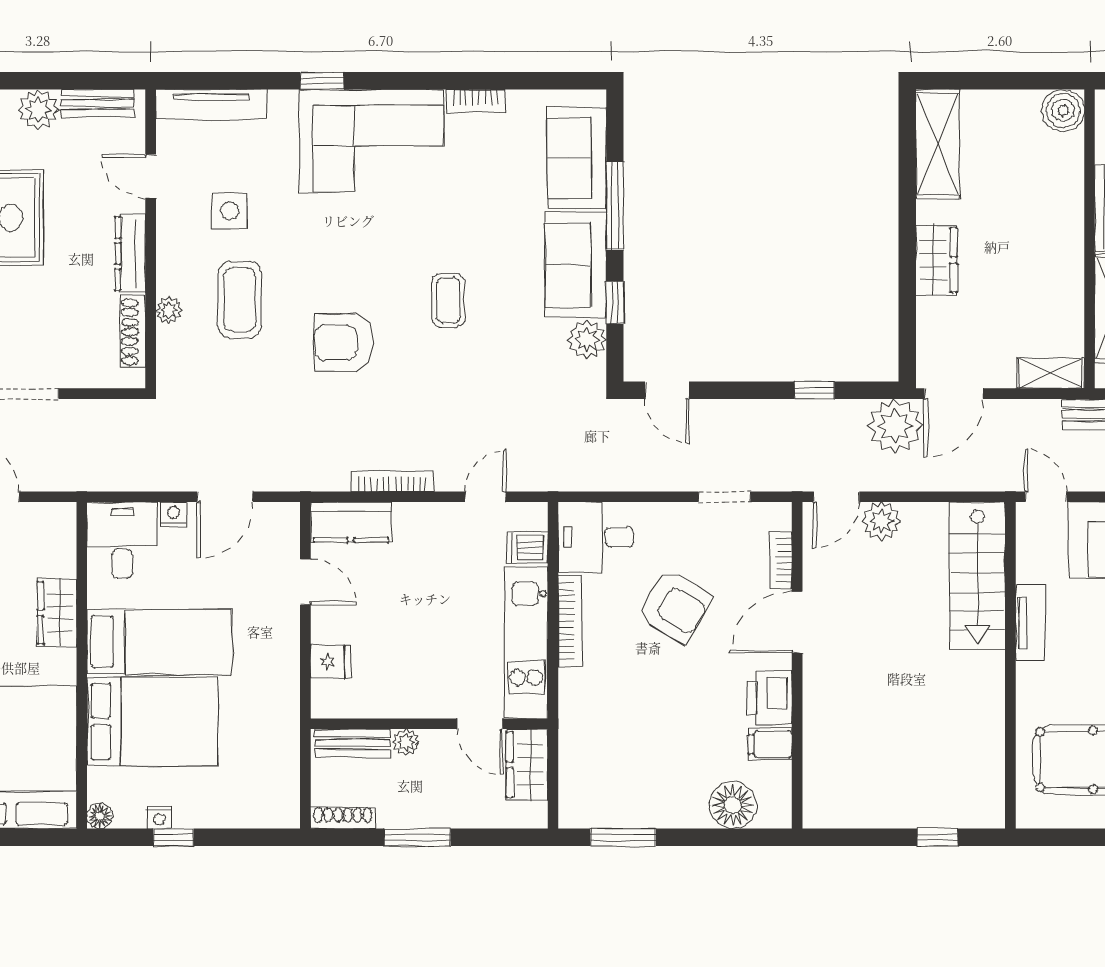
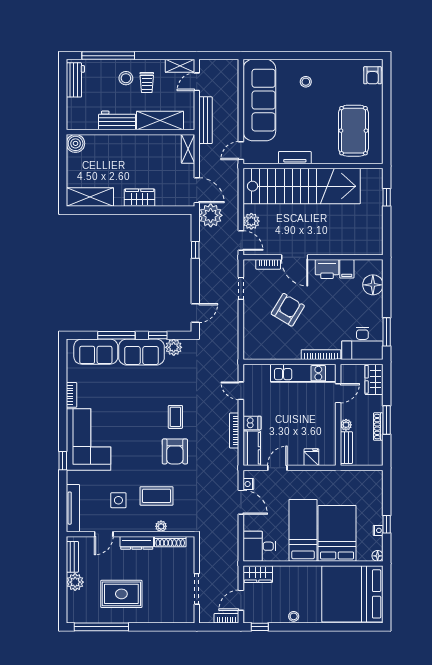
coffee table: (448, 300) -> (175, 417), moved, turned 90
nightstand: (173, 514) -> (248, 484), moved
desk: (596, 537) -> (362, 343), moved, width x1.37
dishwasher: (527, 548) -> (252, 423), moved, turned -90
stairs: (977, 576) -> (302, 186), width x1.86, depth x1.51
wardrobe: (57, 613) -> (258, 574), moved
bookcase: (570, 621) -> (321, 355), moved
wardrobe: (527, 765) -> (374, 379), moved, turned 90
shoe rack: (343, 818) -> (378, 427), moved

